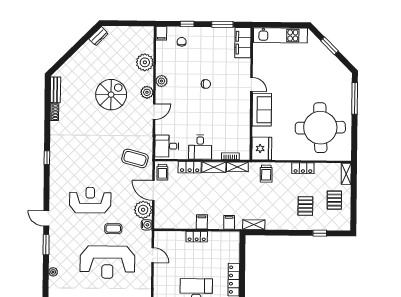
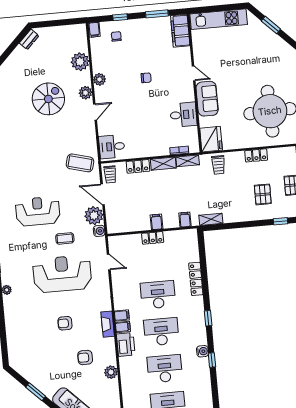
desk: (200, 147) -> (183, 115), moved, turned -90
reception desk: (107, 262) -> (62, 274), turned 180

